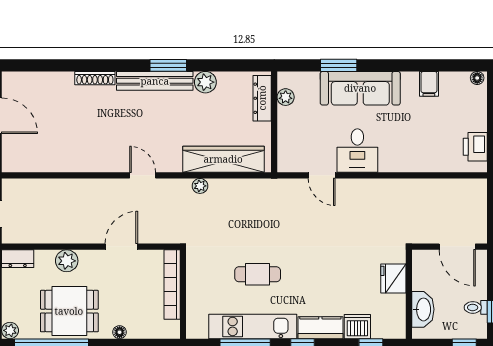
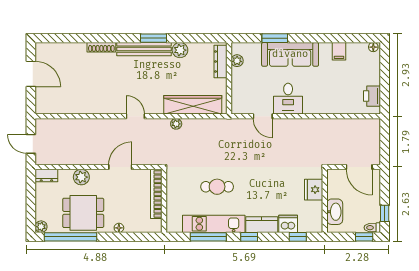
toilet: (476, 307) -> (372, 228), moved

